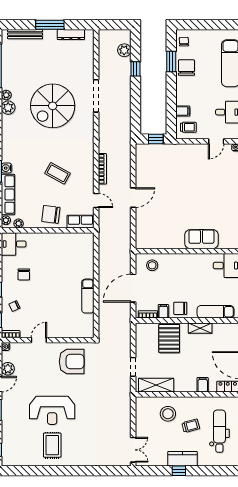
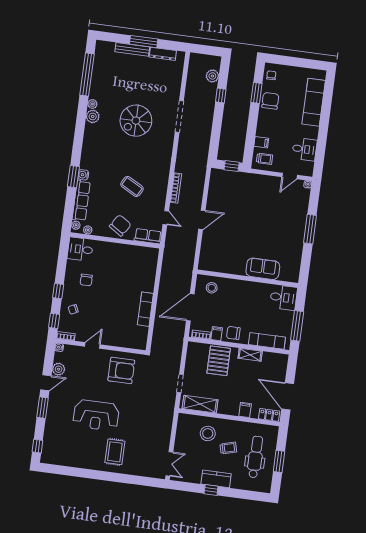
bench: (25, 34) -> (132, 49), moved
spiral stairs: (53, 106) -> (136, 121), width x0.73, depth x0.73
chair: (51, 214) -> (120, 225), turned 116
rug: (52, 445) -> (115, 452), moved

